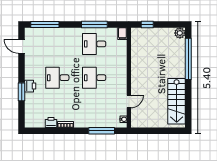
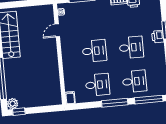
window: (94, 25) -> (115, 103), moved
window: (147, 25) -> (19, 112), moved
desk: (57, 44) -> (134, 81), added

